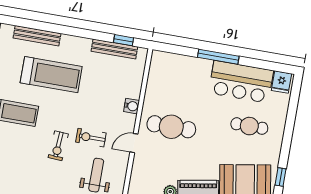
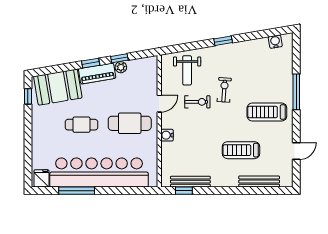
window: (218, 57) -> (77, 191), moved
treadmill: (51, 75) -> (241, 150), width x0.73, depth x0.73
bar counter: (241, 82) -> (99, 173), width x1.86
cafe table: (249, 126) -> (81, 125), moved

